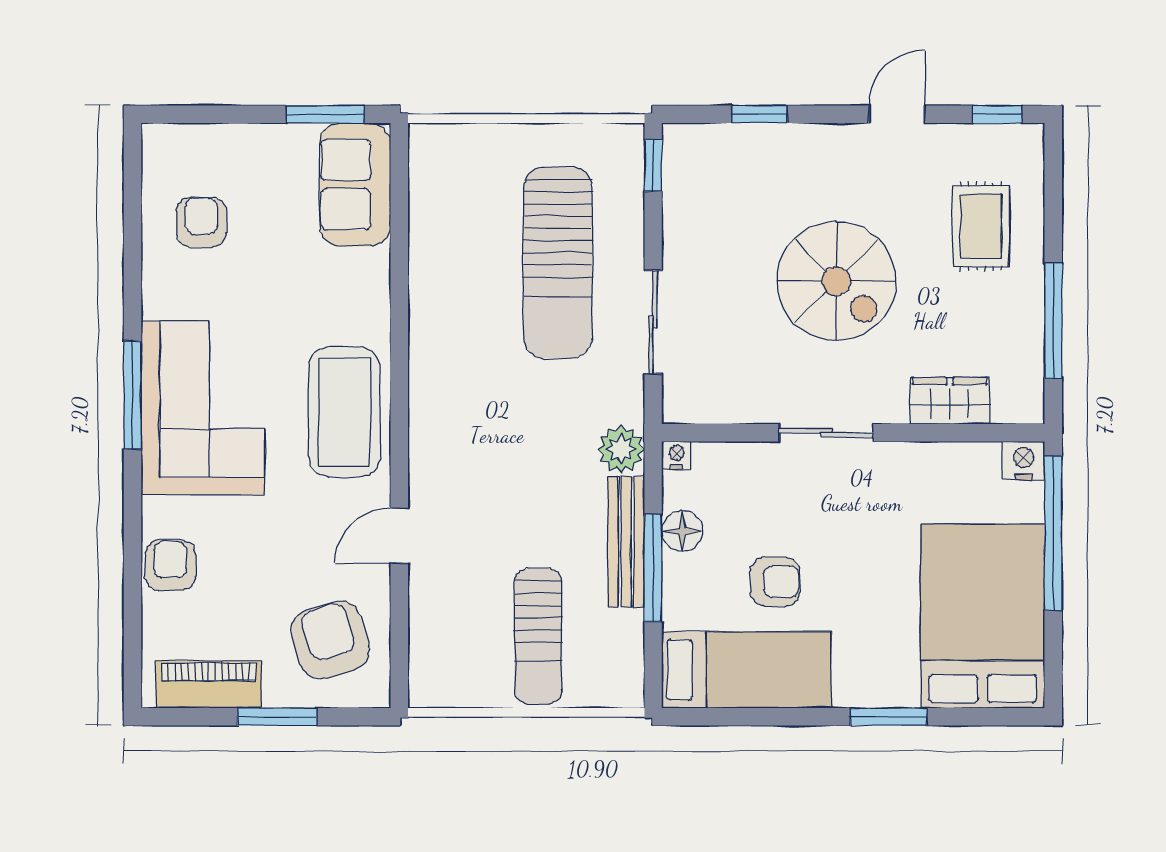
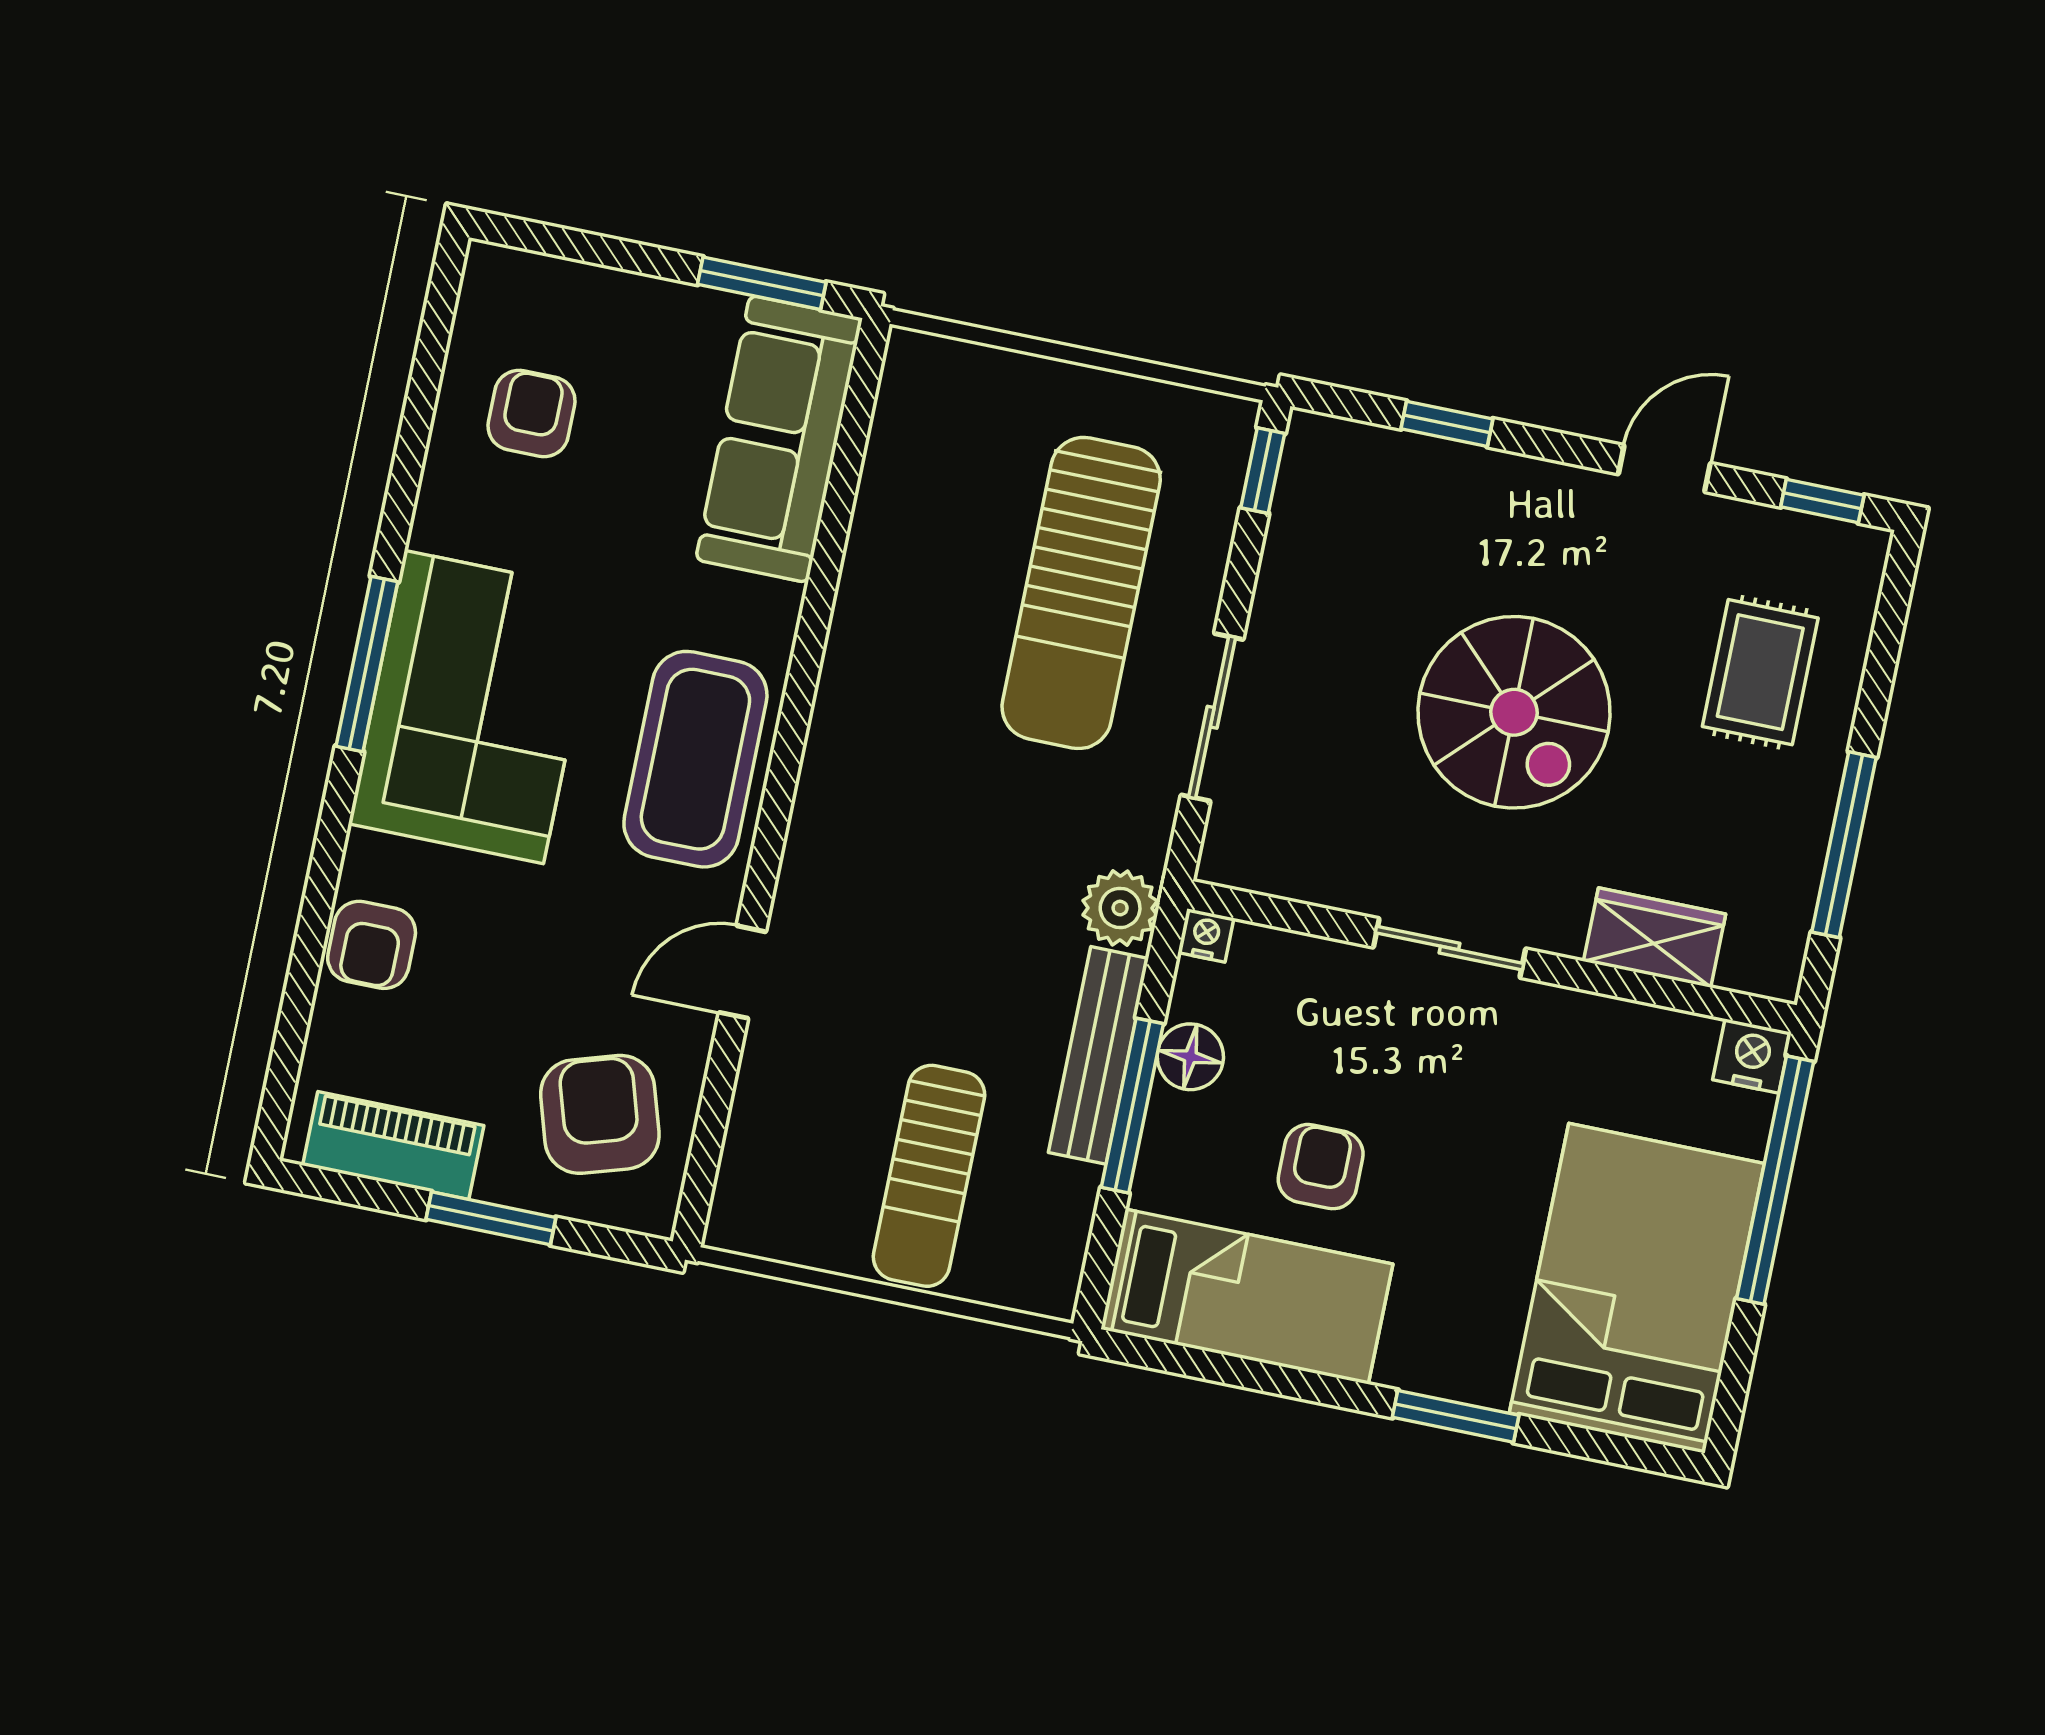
sofa: (355, 185) -> (779, 439), width x1.36
armchair: (170, 565) -> (372, 945), turned 180
armchair: (775, 582) -> (1321, 1167), turned -90

